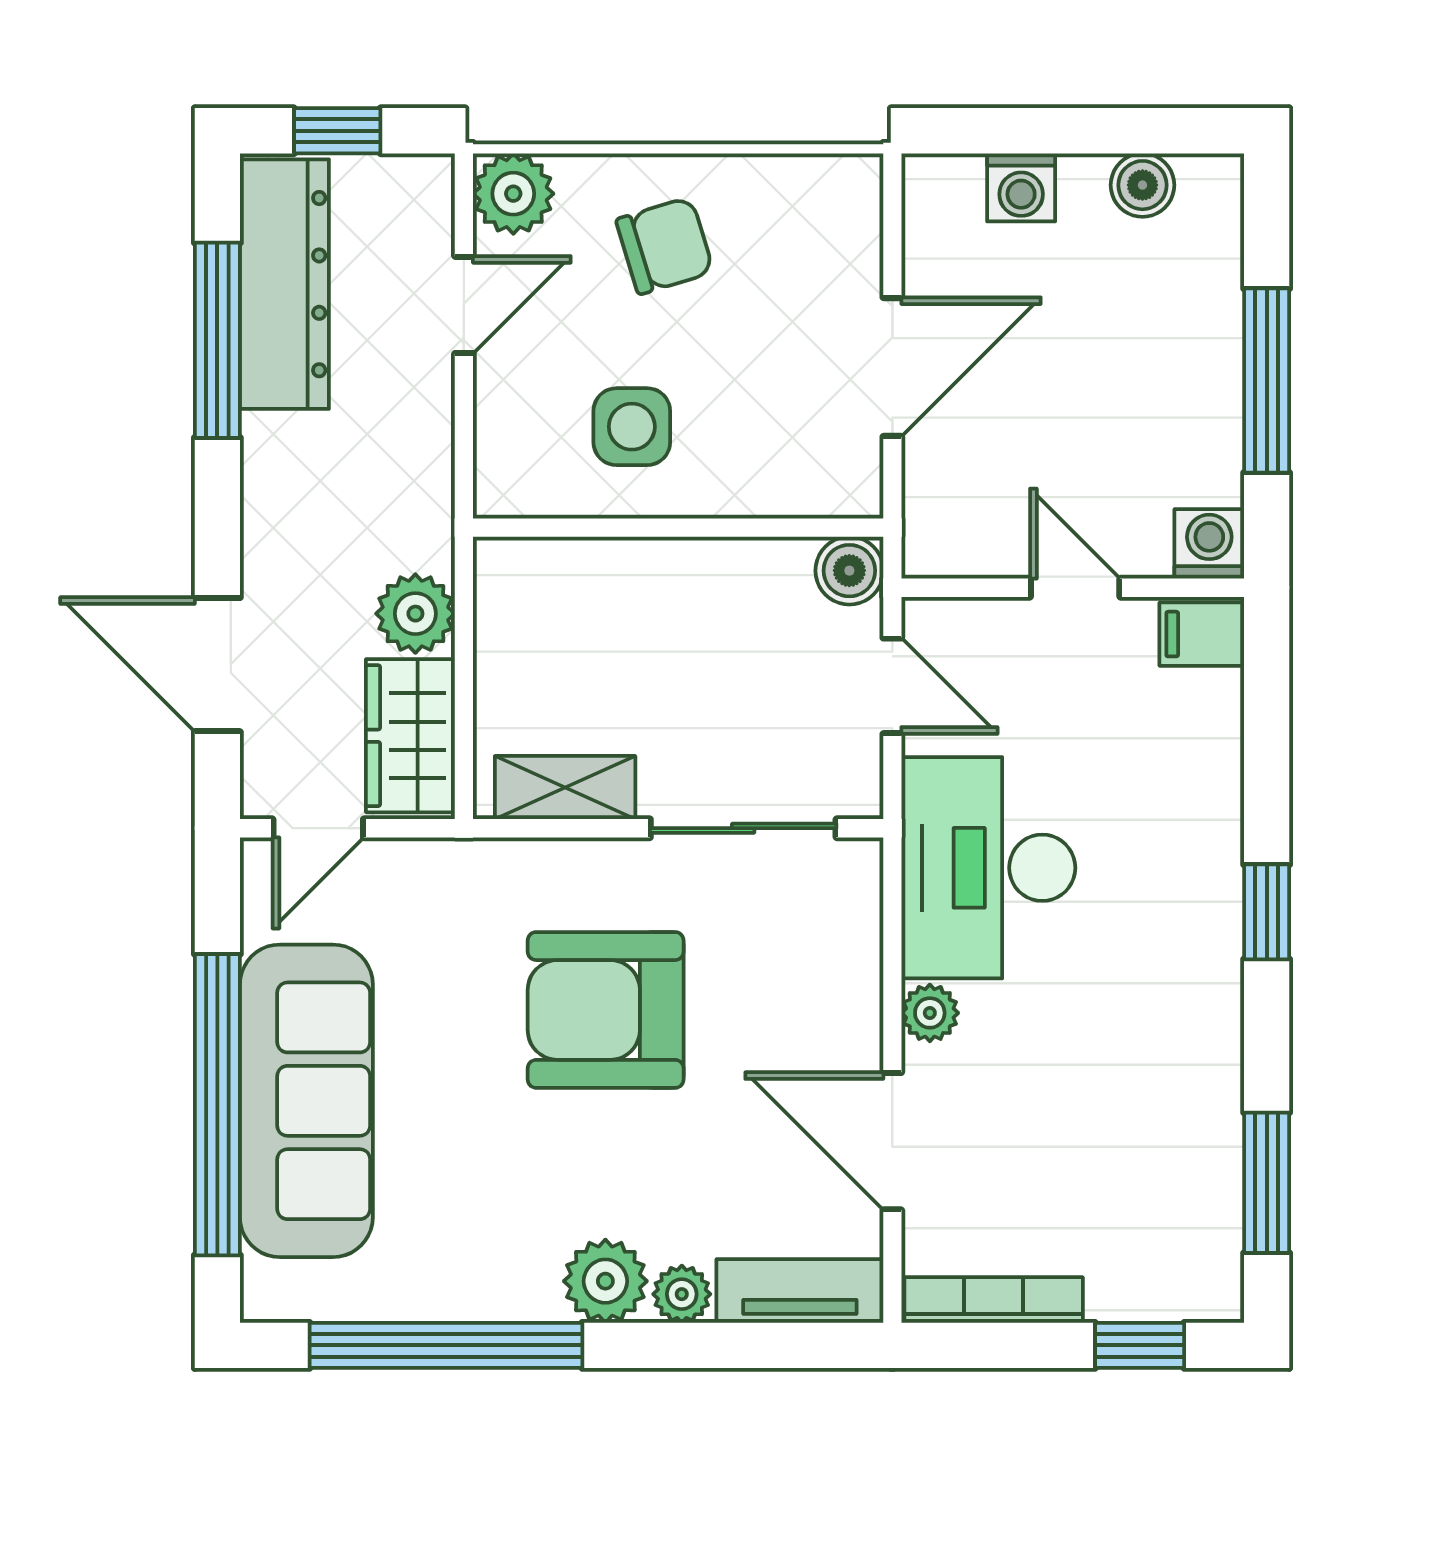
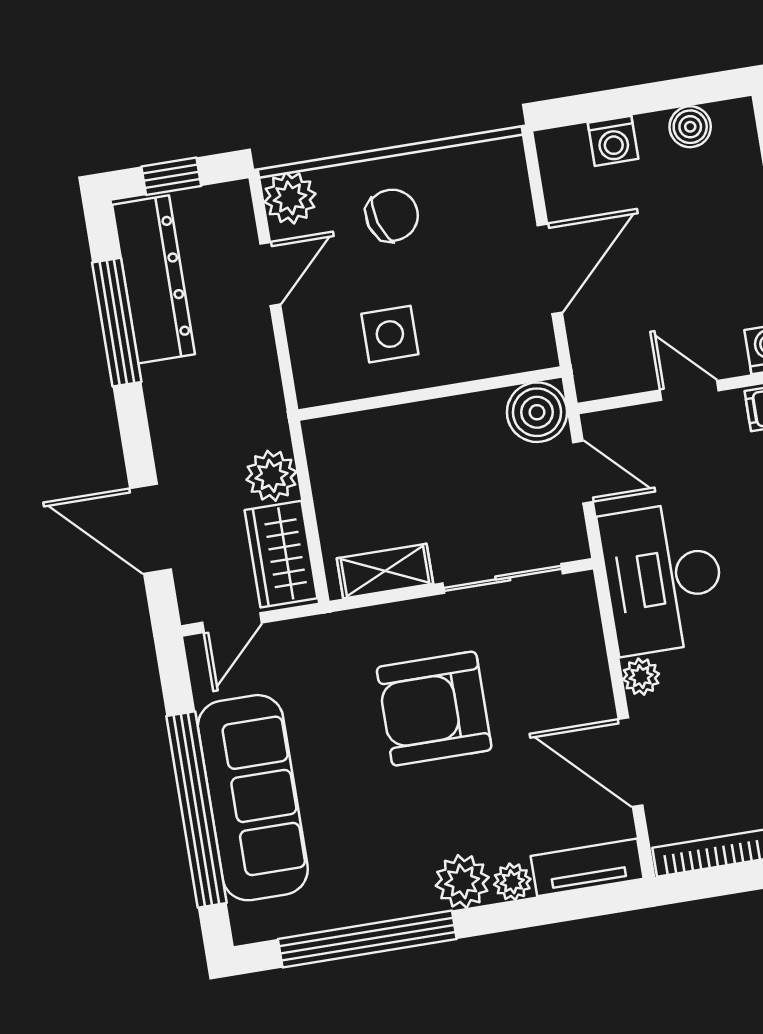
boiler: (849, 571) -> (537, 412), width x1.36, depth x1.36

